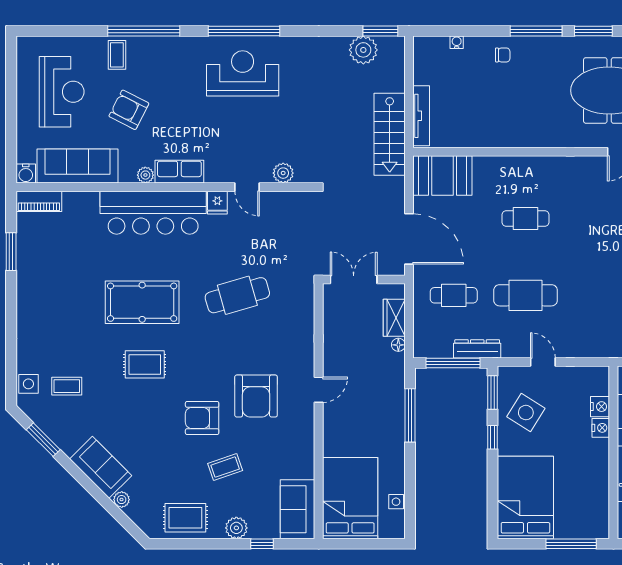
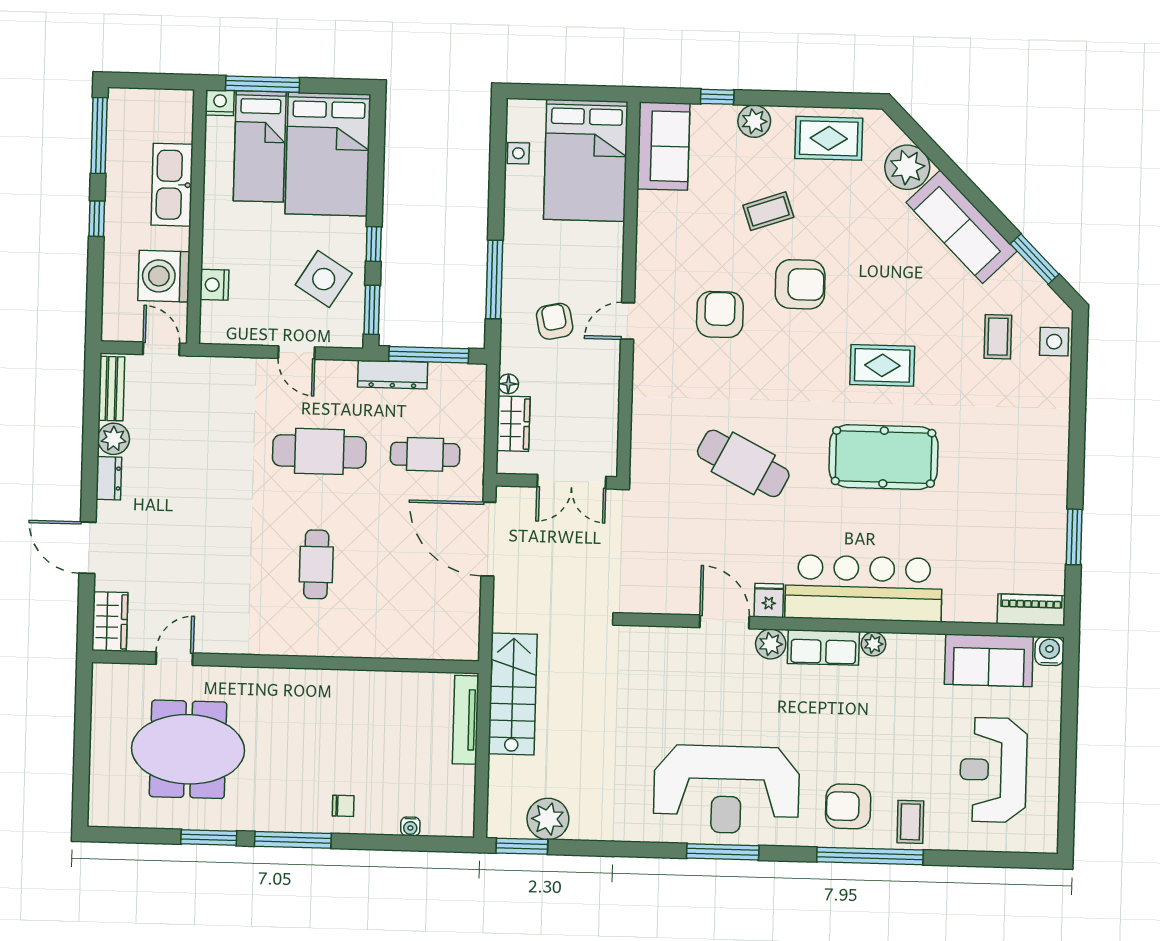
window: (244, 31) -> (723, 852), width x0.68
chair: (503, 55) -> (343, 806), turned 180
reception desk: (243, 73) -> (726, 789), width x1.36, depth x1.30
armchair: (129, 110) -> (848, 806), moved, turned 153
sofa: (77, 166) -> (989, 660), width x0.73
plant: (283, 173) -> (771, 644), moved
booth: (442, 176) -> (437, 631), removed
door: (247, 187) -> (724, 622), width x1.38
cafe table: (526, 218) -> (316, 564), turned 90
cafe table: (237, 295) -> (743, 463), turned 43
coffee table: (67, 386) -> (998, 337), turned 90
armchair: (368, 388) -> (555, 321), added
armchair: (256, 396) -> (720, 314), width x0.73, depth x0.73
nightstand: (601, 428) -> (220, 103), moved, turned 90
sofa: (101, 467) -> (961, 227), width x1.36
plant: (122, 500) -> (907, 167), width x1.87, depth x1.87
bed: (572, 501) -> (260, 146), added

